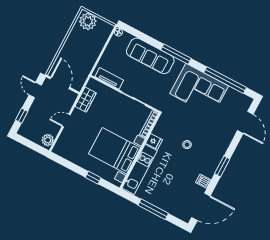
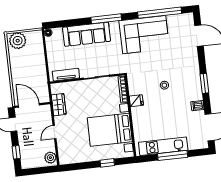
kitchen unit: (140, 169) -> (163, 146), moved, turned -90

